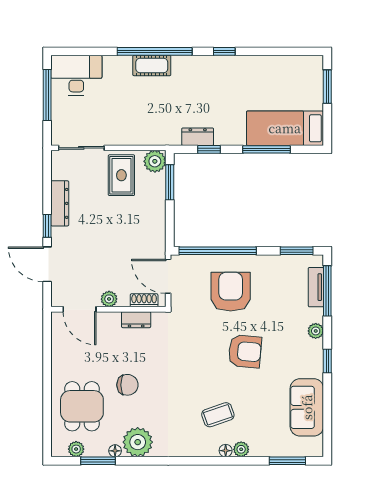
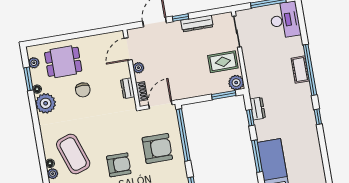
armchair: (245, 351) -> (119, 165), turned -95
coffee table: (218, 415) -> (73, 154), width x1.86, depth x1.72

